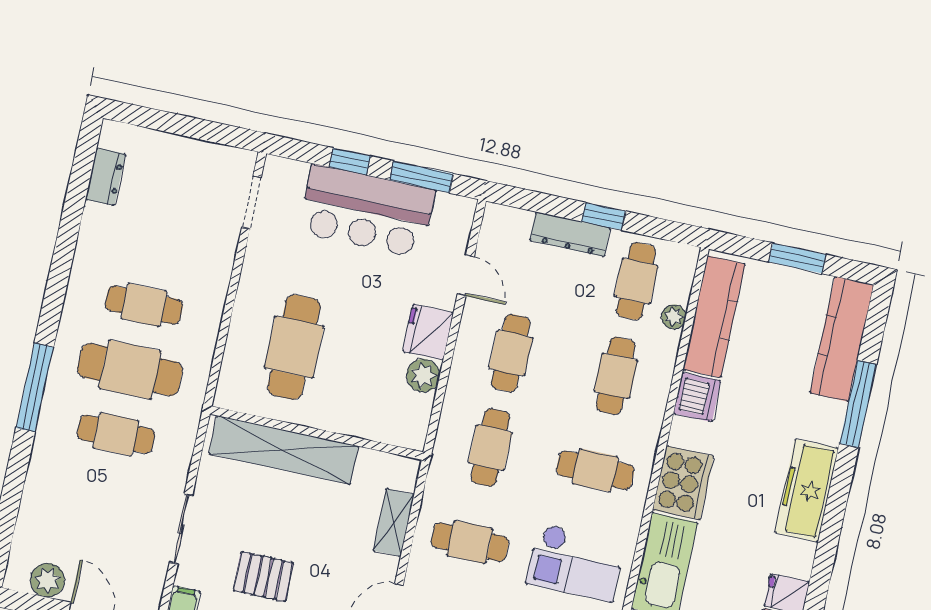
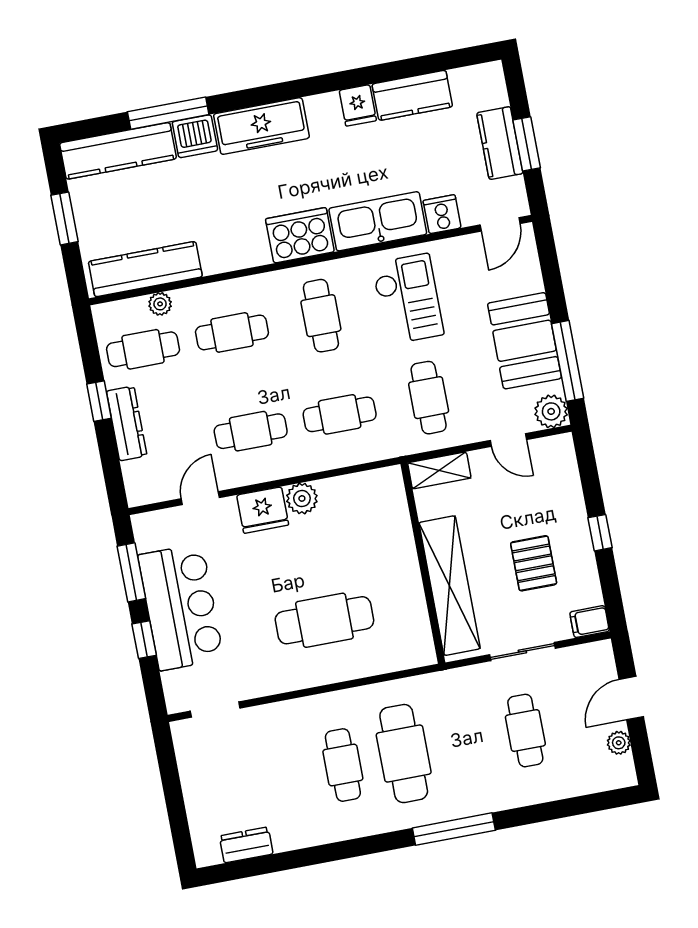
dishwasher: (697, 397) -> (195, 136), moved, turned 180
wall: (317, 433) -> (423, 563), moved
cafe table: (116, 434) -> (525, 731), moved
shelving: (284, 450) -> (450, 586), moved
plant: (48, 580) -> (619, 743), width x0.73, depth x0.73

